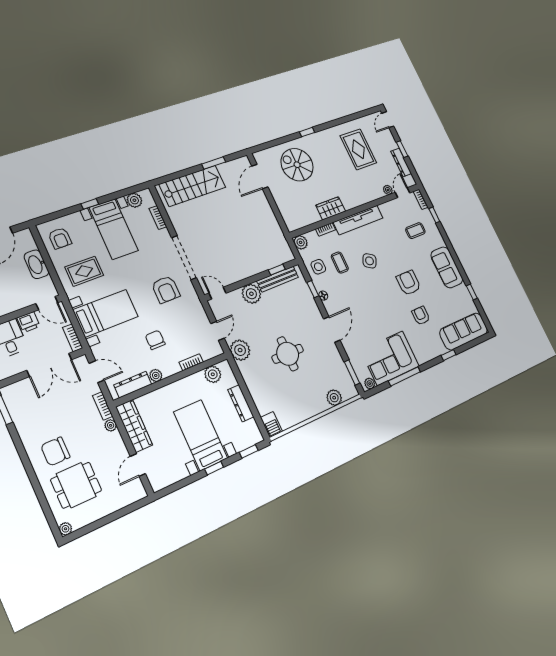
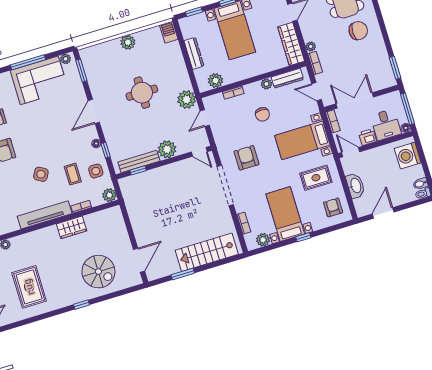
plant: (334, 398) -> (128, 42), moved

